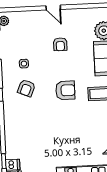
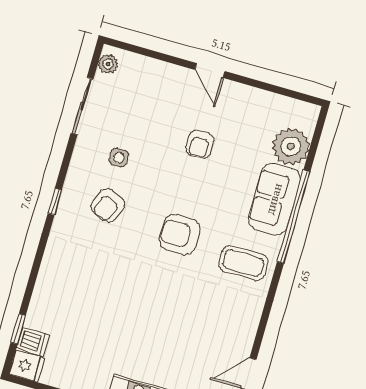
armchair: (65, 90) -> (180, 235), turned 180

